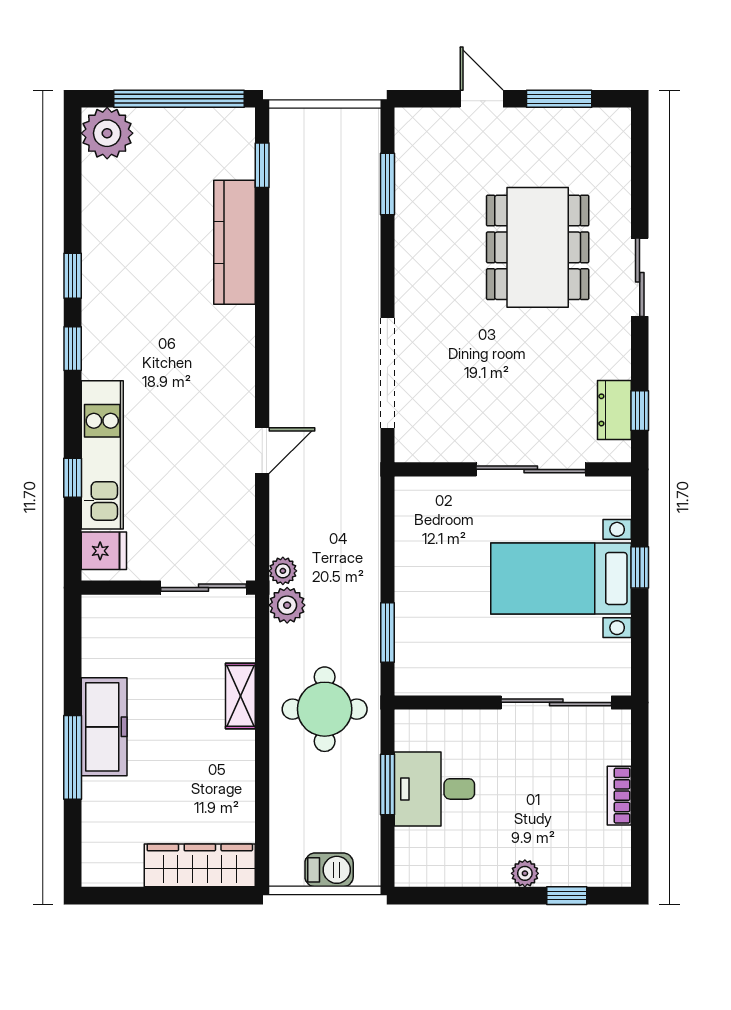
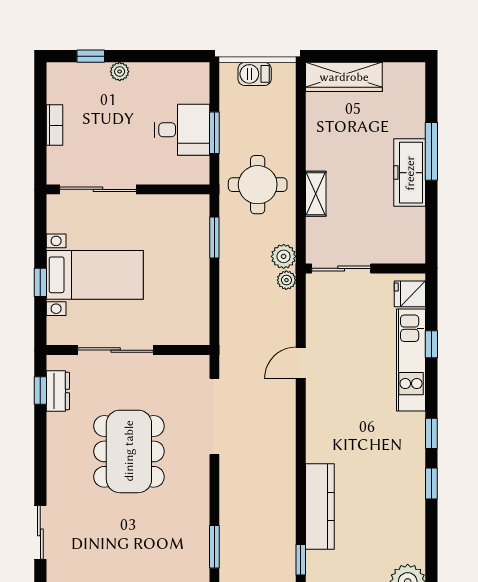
dining table: (538, 247) -> (129, 451), moved
sliding door: (640, 277) -> (40, 532), moved

